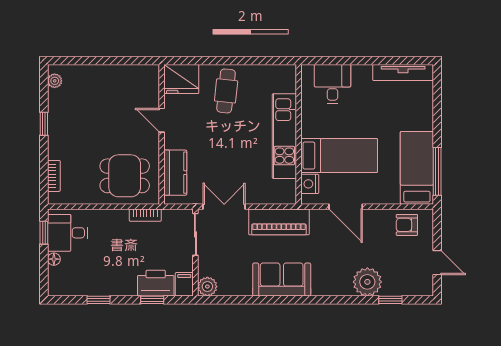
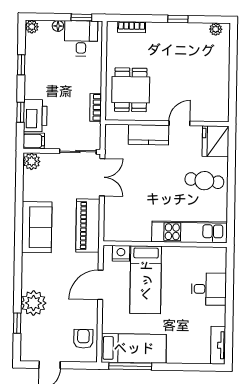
tv unit: (403, 73) -> (218, 345), width x0.71
desk: (333, 84) -> (209, 289), moved
kitchen unit: (284, 136) -> (189, 232), moved
kitchen counter: (175, 173) -> (149, 135), moved
plant: (55, 289) -> (32, 27), added

